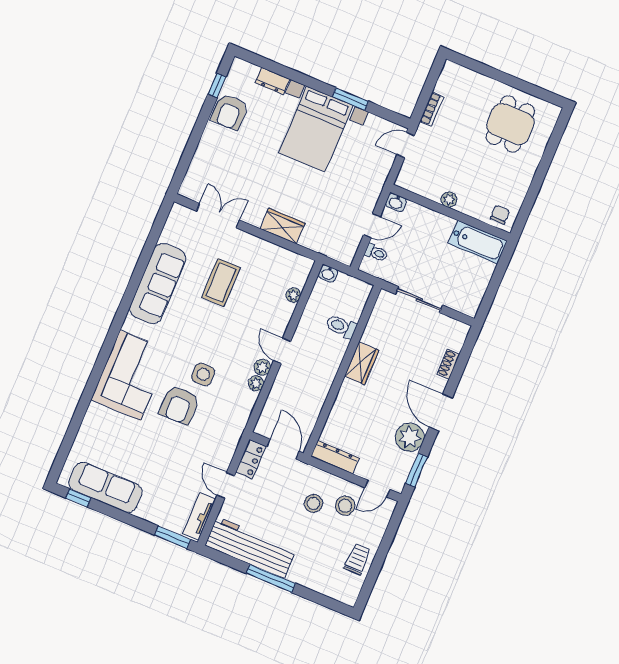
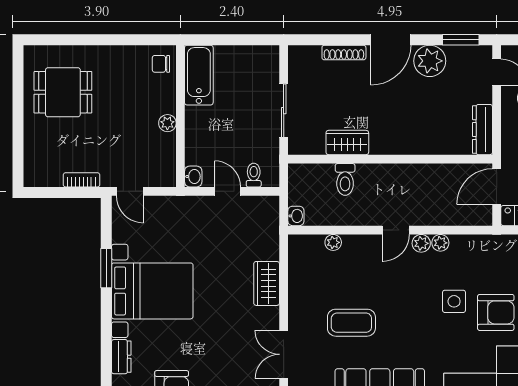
wardrobe: (362, 363) -> (347, 143), moved
shoe rack: (449, 364) -> (344, 52), width x1.43

